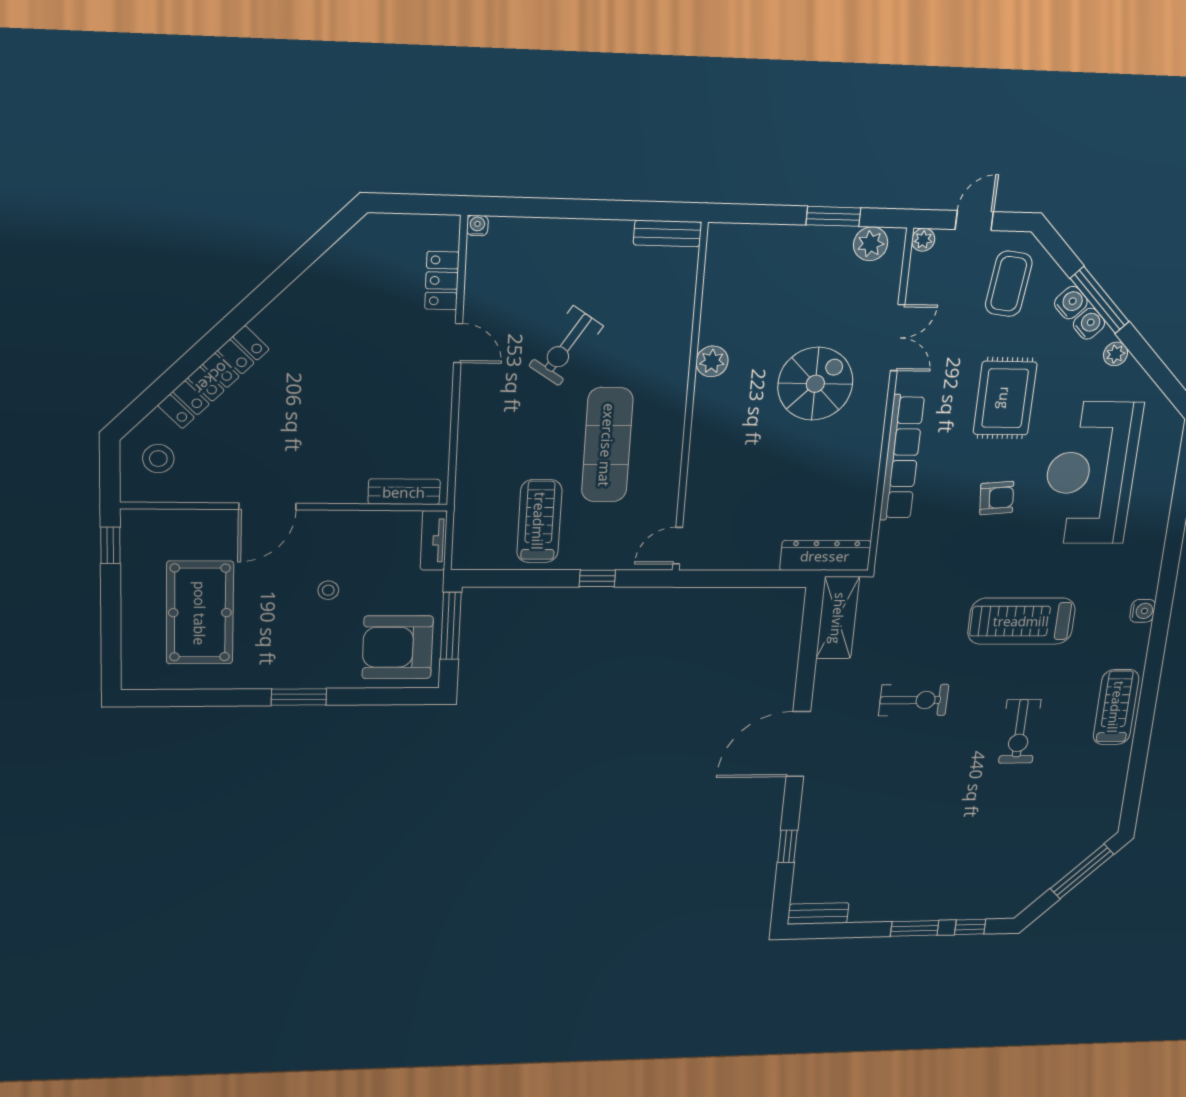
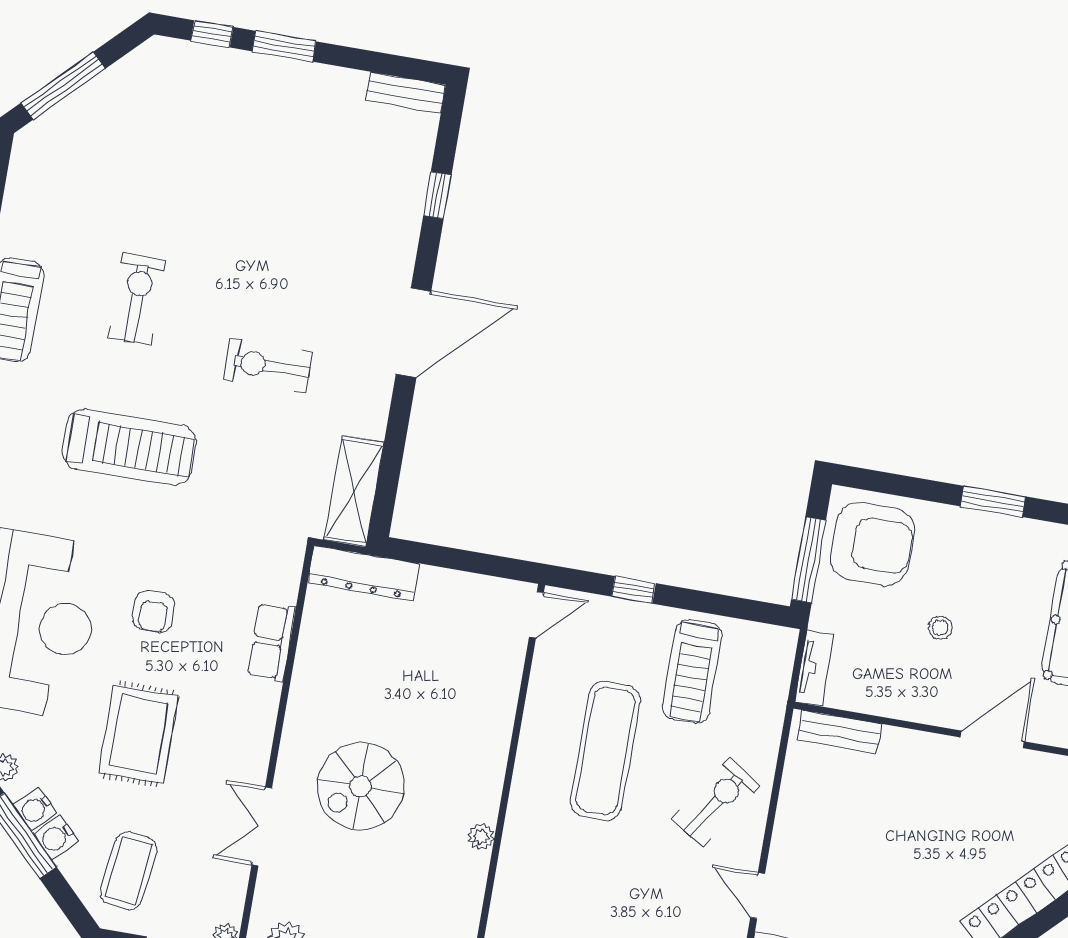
exercise bike: (566, 346) -> (716, 802), moved
plant: (712, 361) -> (481, 837), width x0.73, depth x0.73
row of seats: (902, 458) -> (272, 642), width x0.50
armchair: (997, 498) -> (154, 612), turned -85

